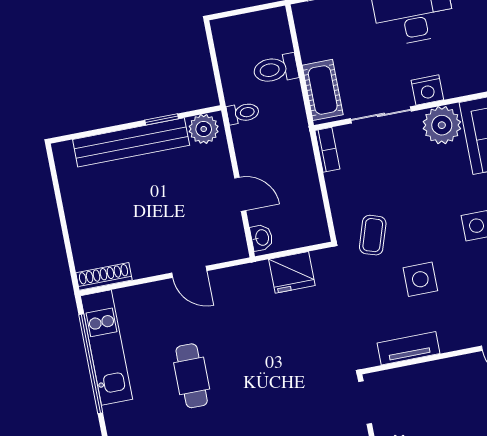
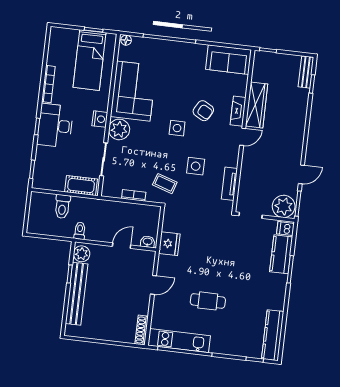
nightstand: (427, 90) -> (100, 119), moved
bookcase: (327, 150) -> (134, 195), moved
fridge: (292, 272) -> (169, 244), moved

